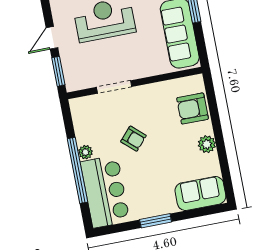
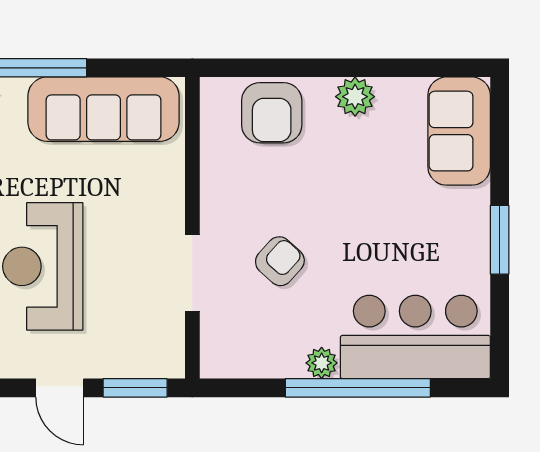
armchair: (133, 139) -> (280, 261), moved

